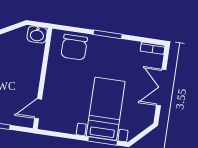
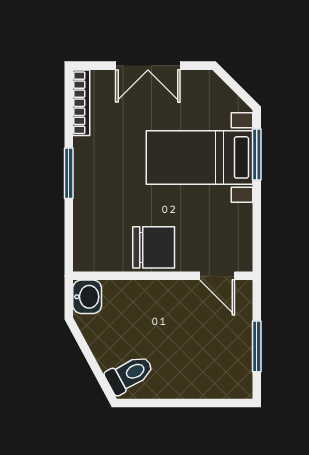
chair: (74, 47) -> (154, 247), moved
bookcase: (153, 48) -> (81, 103), width x1.56

